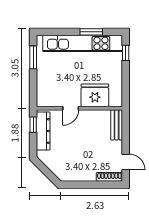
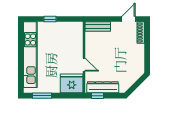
window: (91, 32) -> (21, 47), removed
window: (126, 53) -> (50, 19), moved
fridge: (95, 95) -> (72, 83), moved, turned 90

